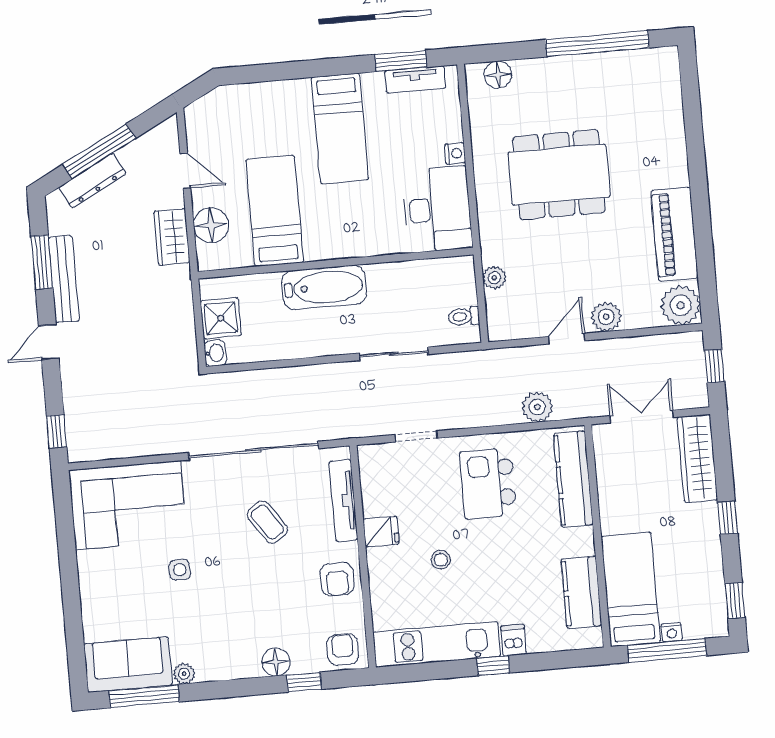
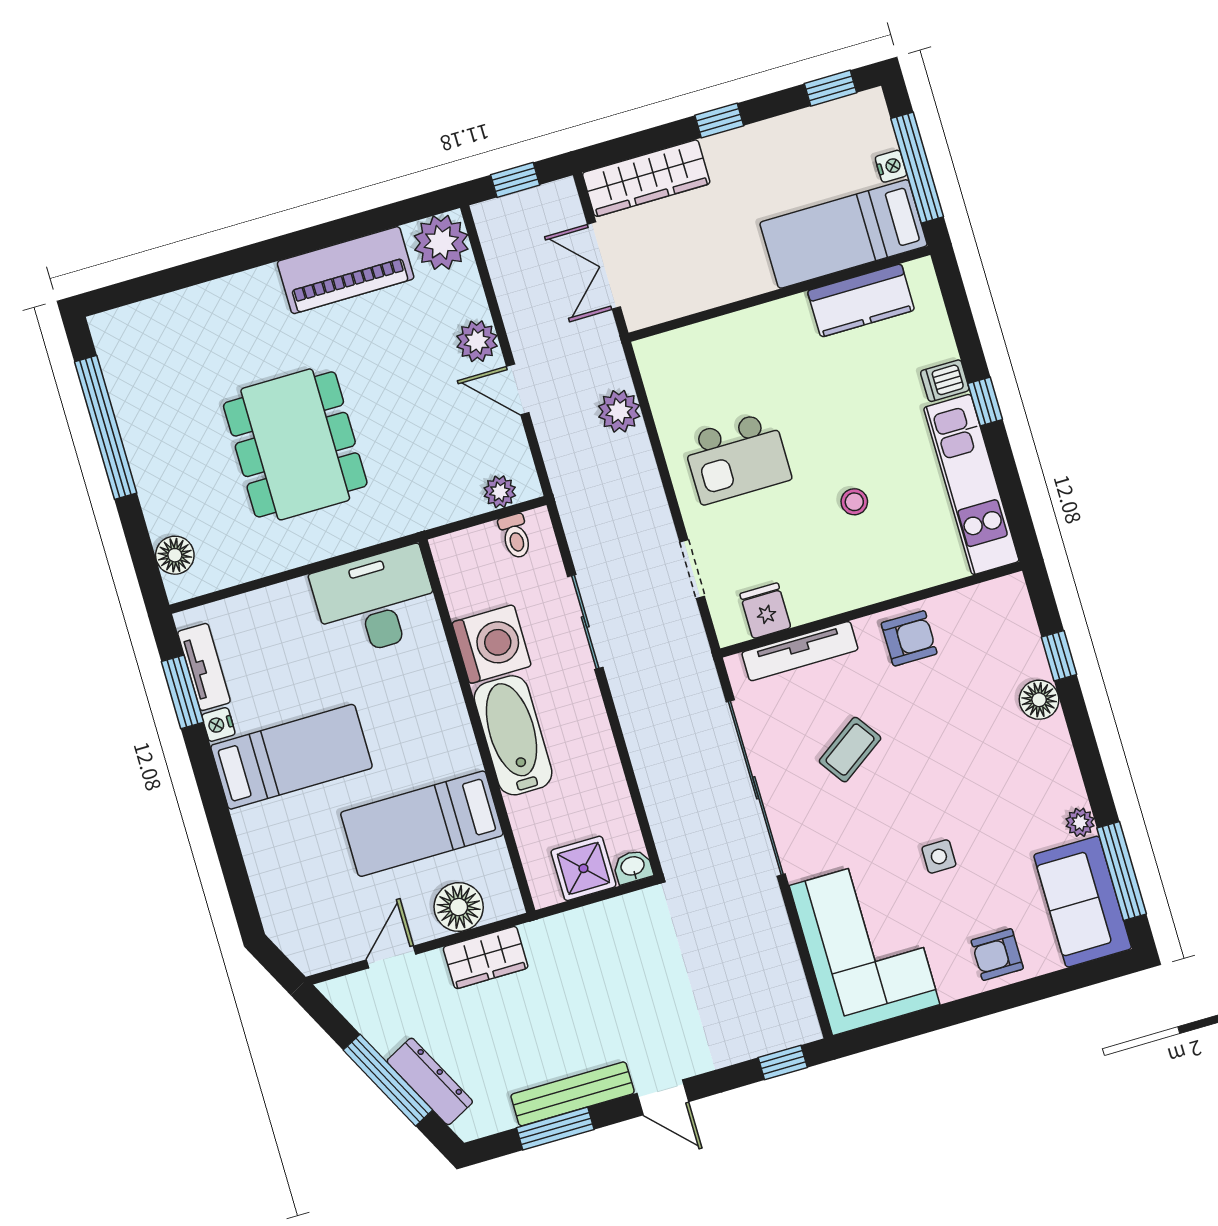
nightstand: (455, 153) -> (218, 724), moved, turned -90
plant: (494, 278) -> (500, 492), moved
washing machine: (391, 285) -> (492, 644), added
kitchen counter: (573, 479) -> (708, 342), removed
fridge: (381, 531) -> (765, 611), moved
armchair: (343, 650) -> (997, 955), moved

